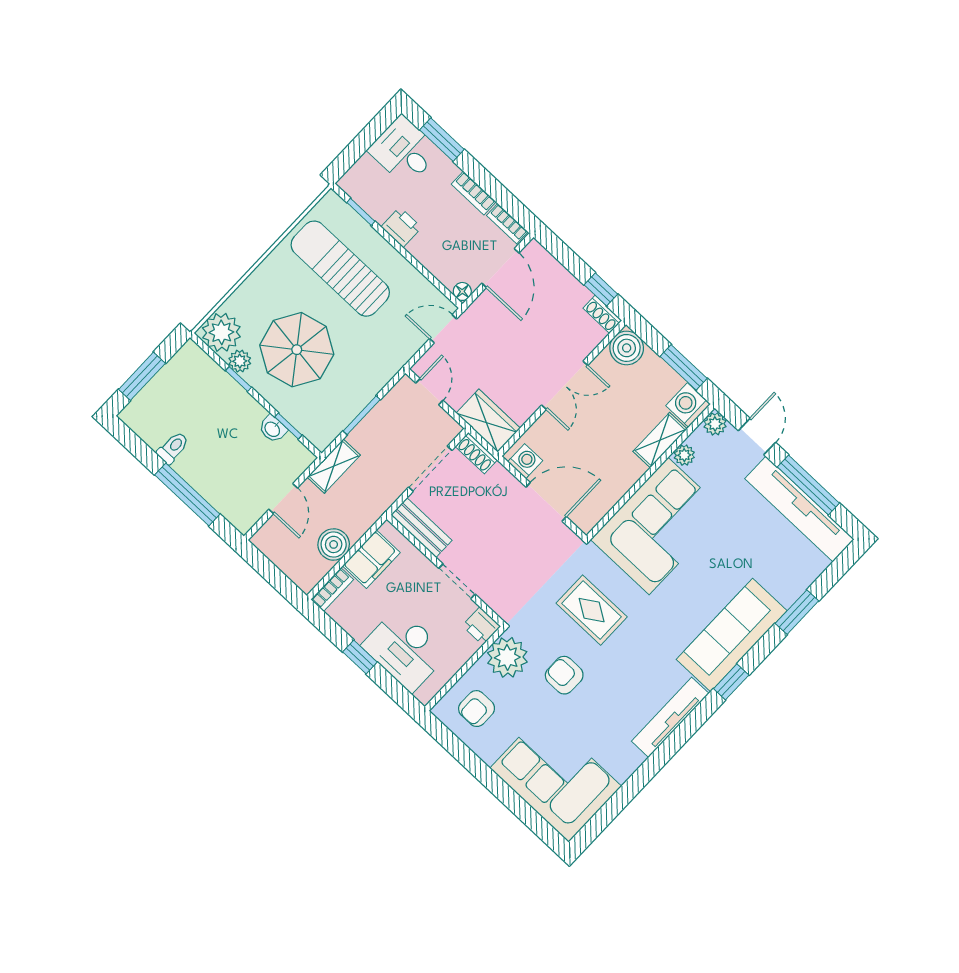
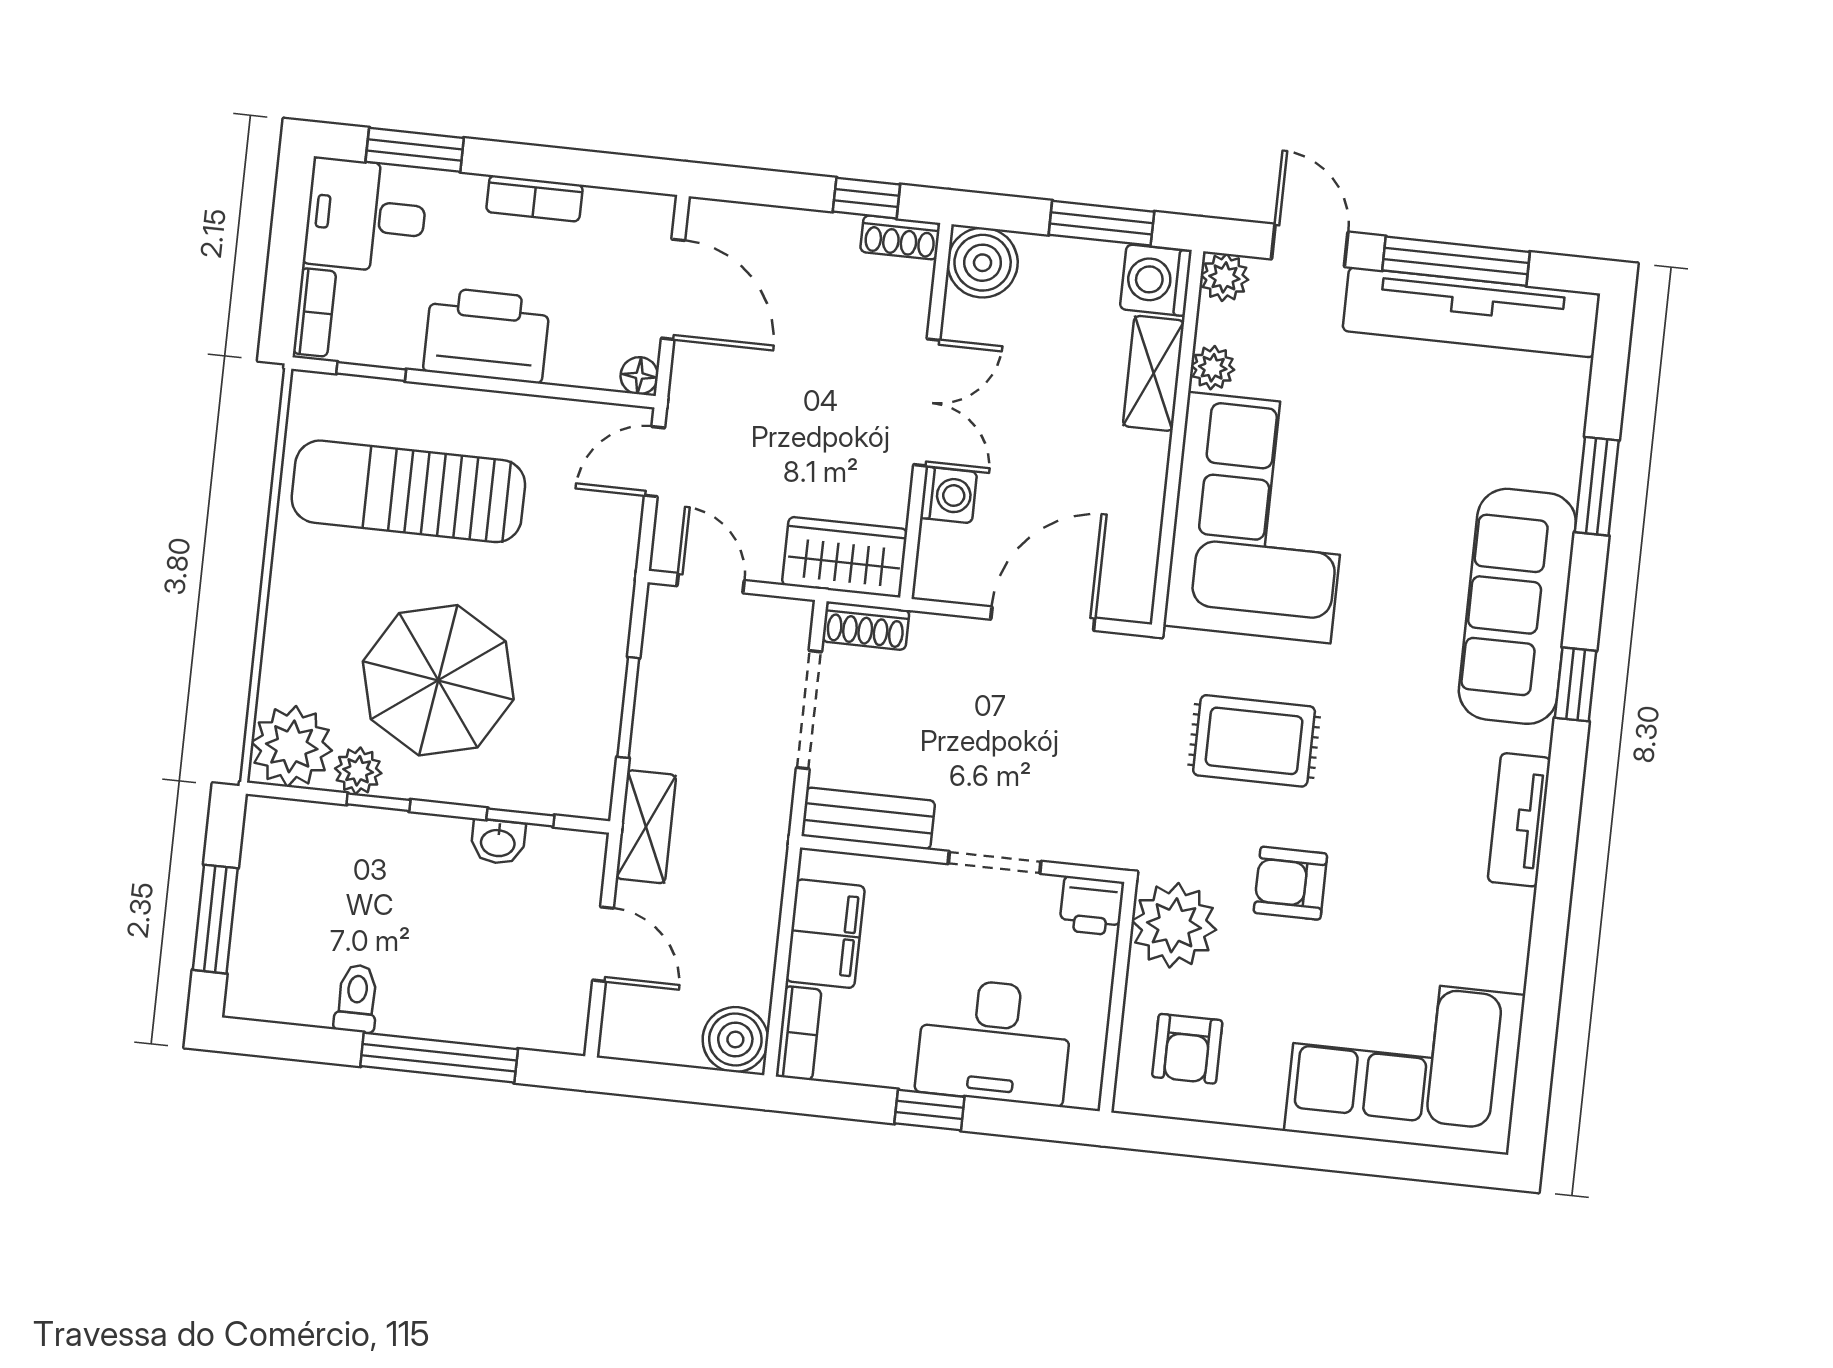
bookcase: (507, 224) -> (314, 312), moved, turned -90
printer: (401, 227) -> (487, 335), width x1.87, depth x1.48
washing machine: (525, 461) -> (949, 495), moved, turned 90
boiler: (334, 544) -> (735, 1040), moved
tv unit: (670, 717) -> (1519, 820), width x0.71

